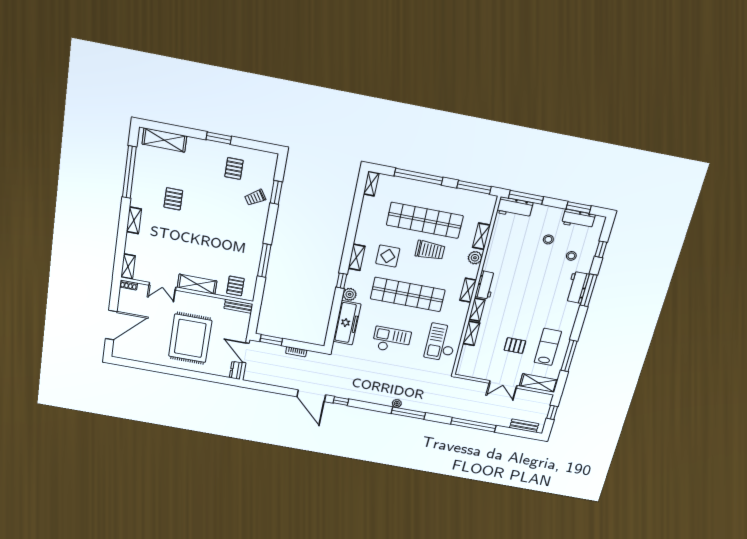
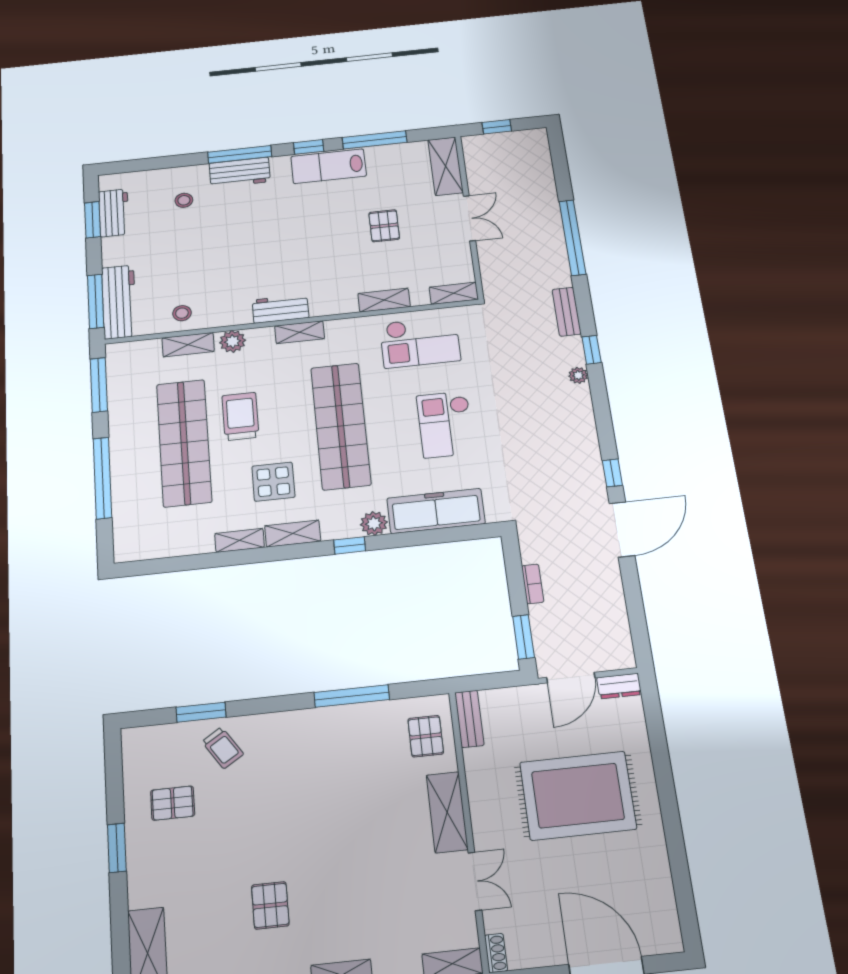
shelving: (371, 184) -> (240, 540), moved
pallet: (173, 199) -> (270, 905), turned 90
workbench: (515, 208) -> (119, 302), width x1.38
stool: (548, 239) -> (182, 313), moved
window: (601, 249) -> (309, 147), moved
pallet: (235, 286) -> (426, 736), turned 90
shelving: (477, 310) -> (454, 293), moved
lab bench: (548, 347) -> (329, 166), moved
window: (408, 413) -> (591, 350), width x0.46
bench: (524, 426) -> (567, 312), moved

